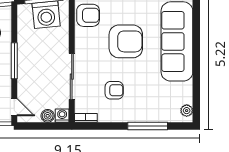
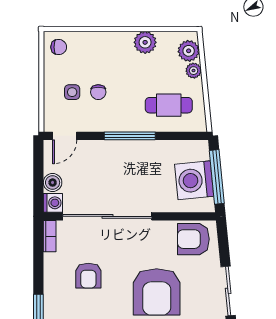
armchair: (88, 15) -> (193, 239), turned 90
sliding door: (72, 77) -> (107, 216), width x1.36

